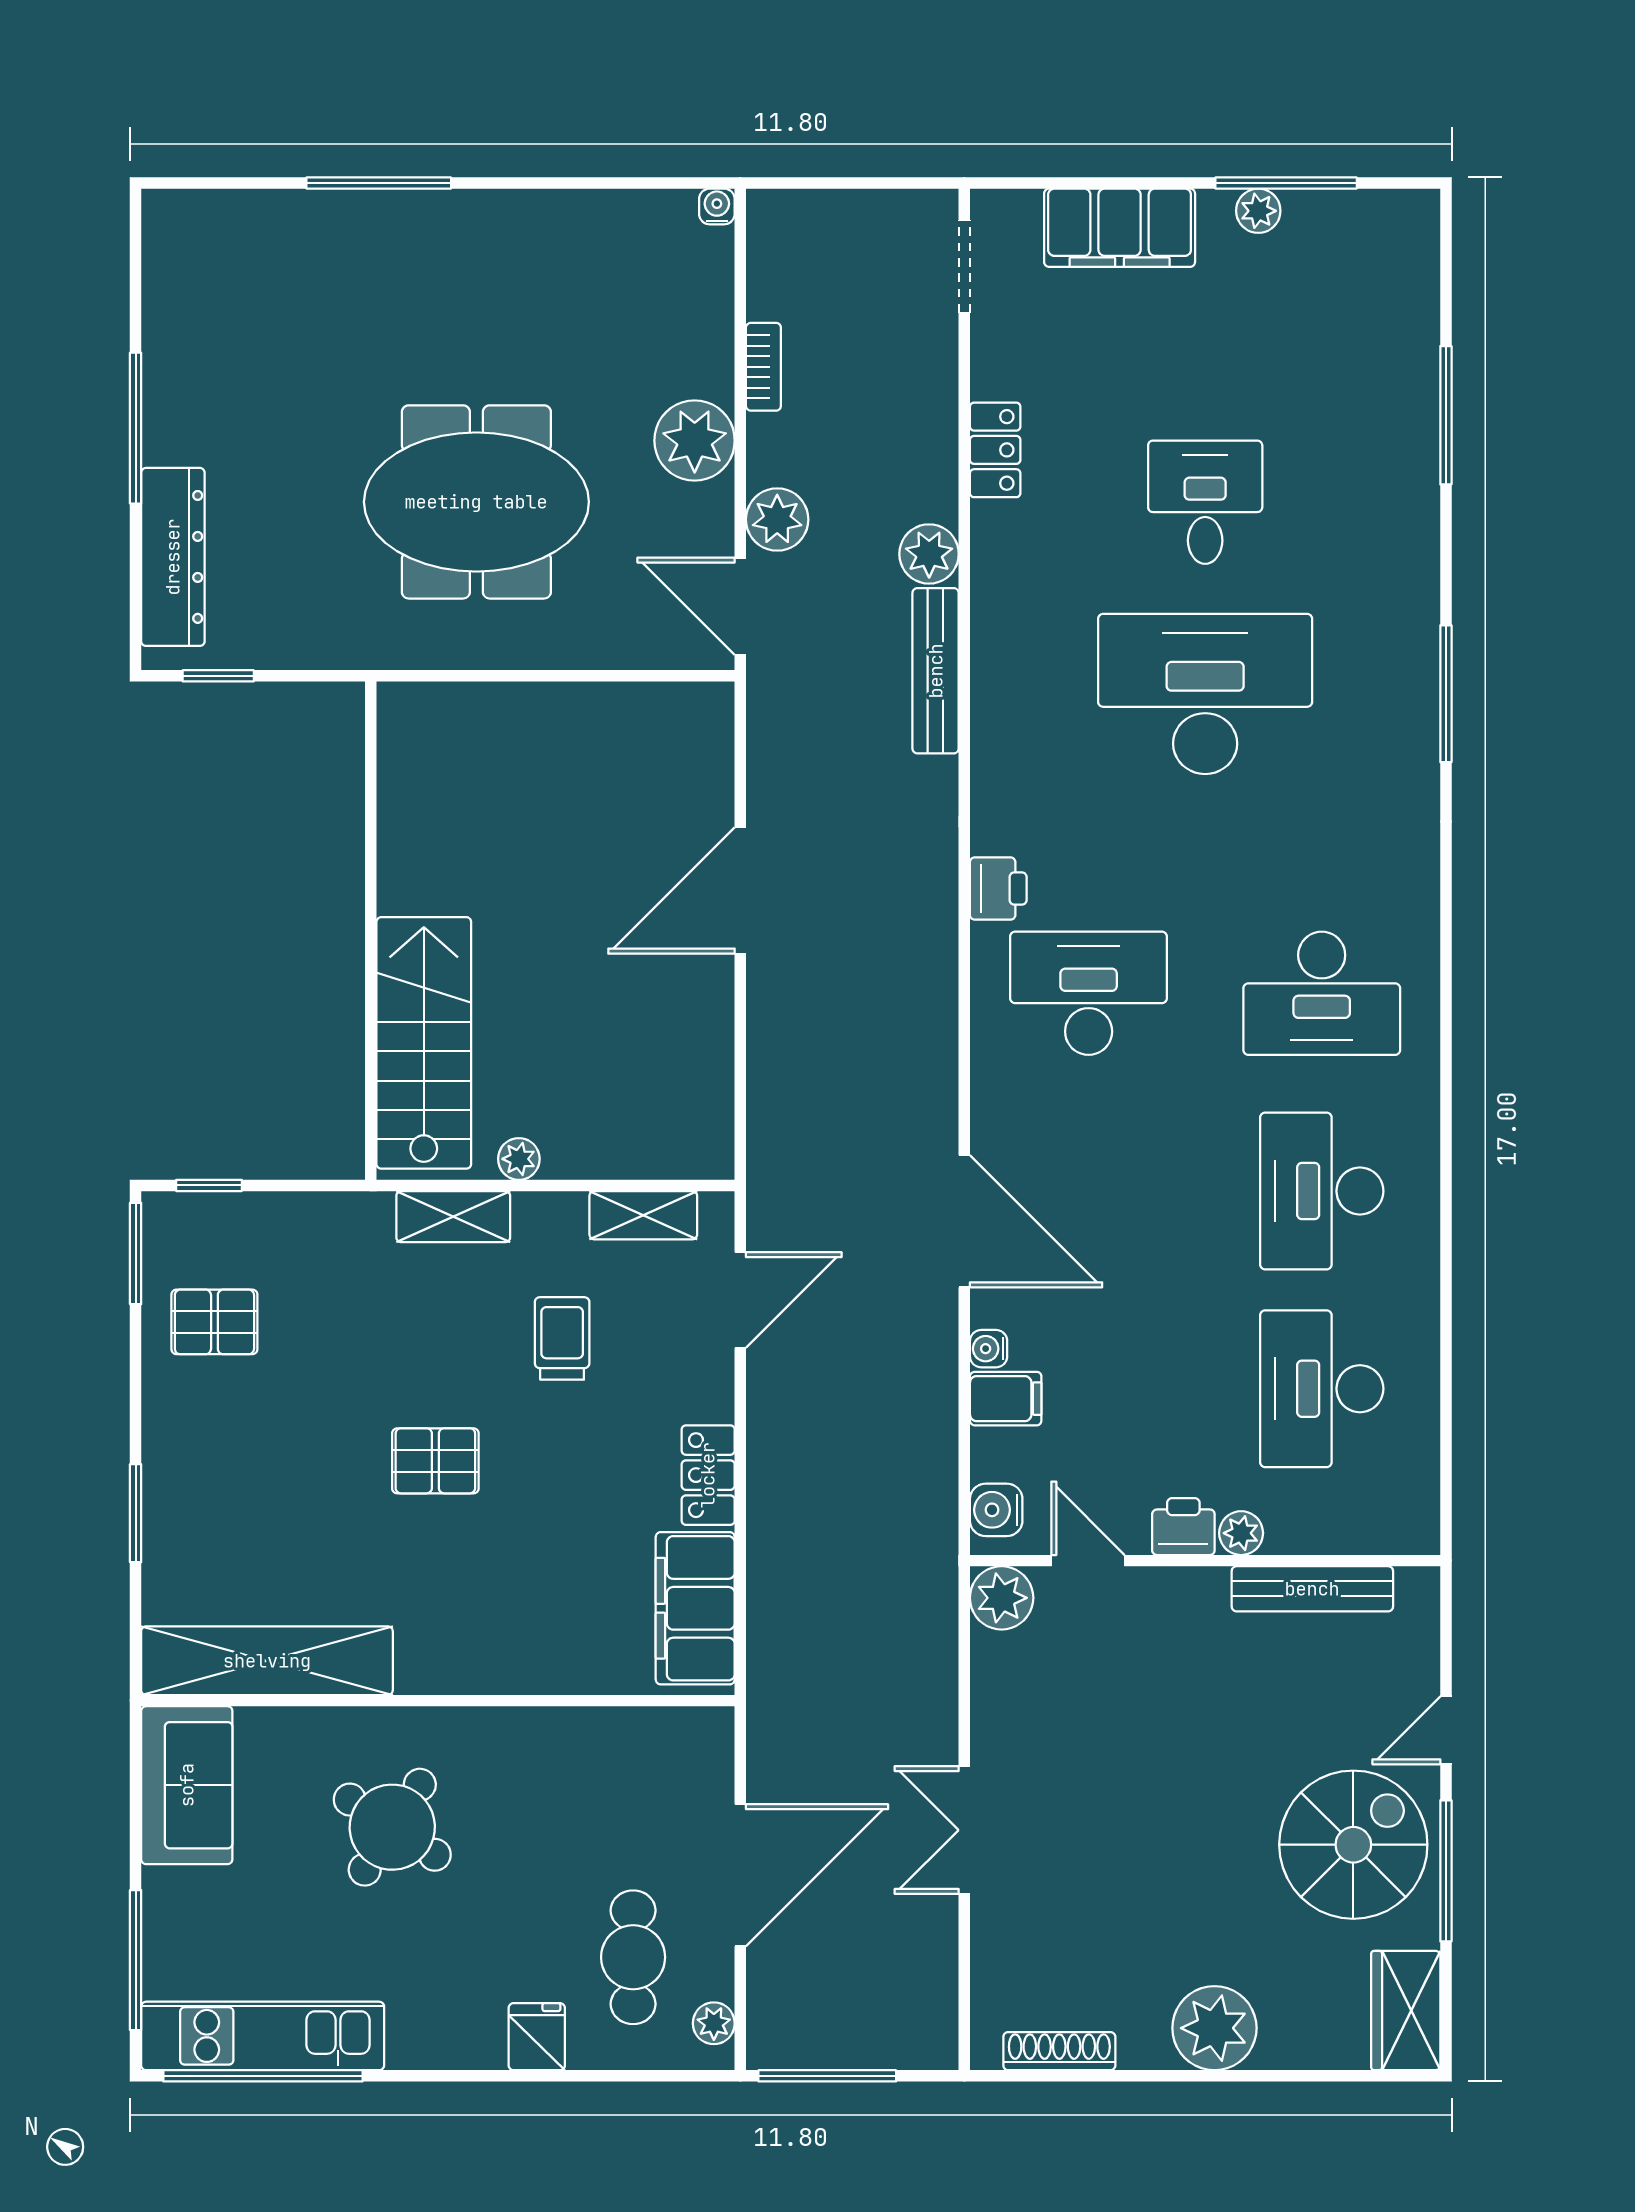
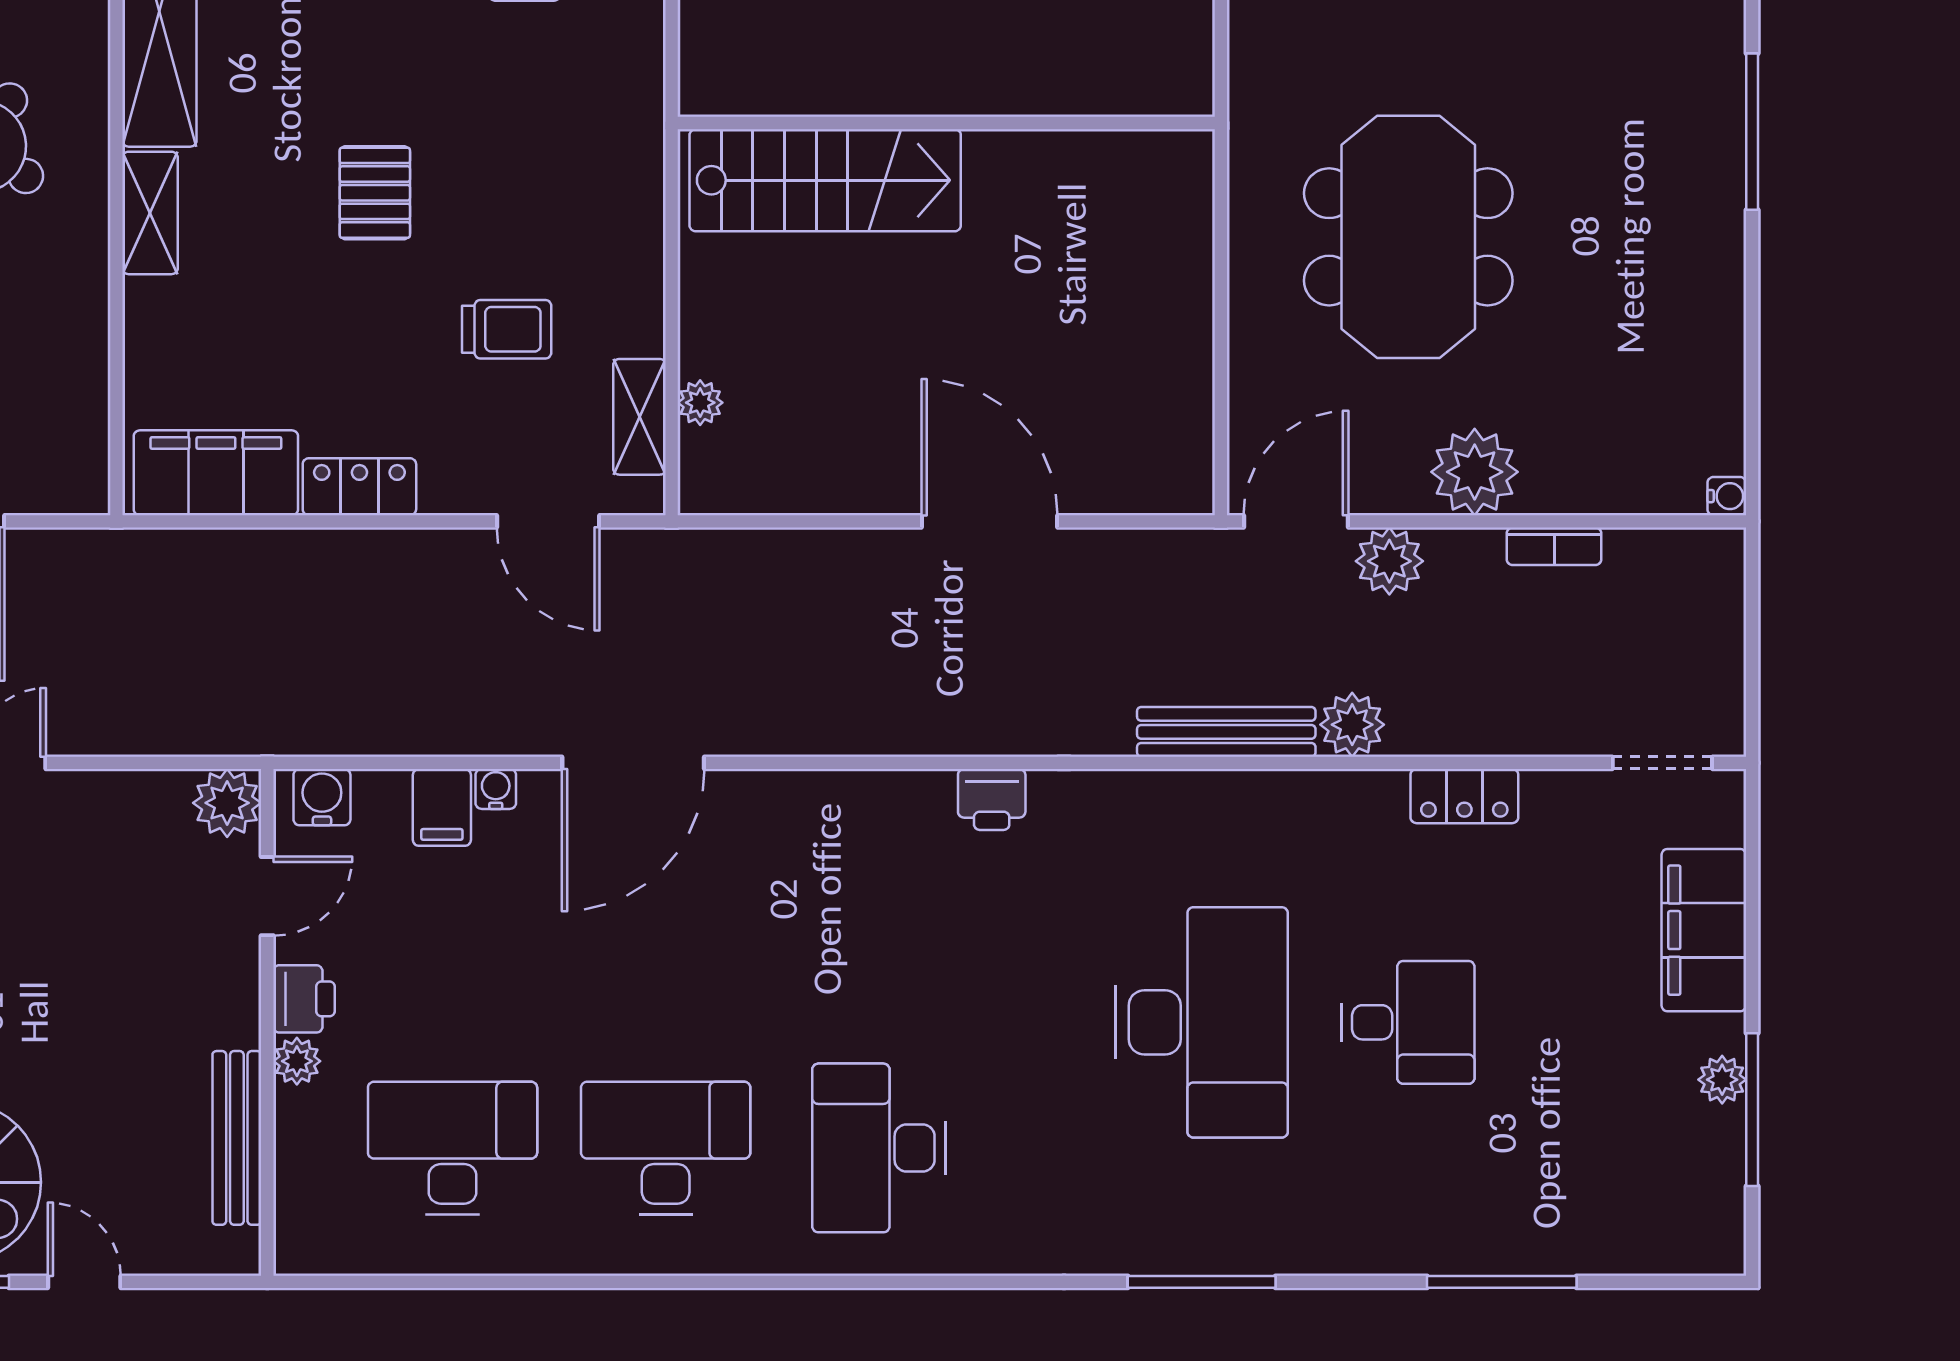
desk: (1089, 993) -> (879, 897), removed
plant: (519, 1159) -> (700, 403), moved
shelving: (453, 1217) -> (150, 213), moved

